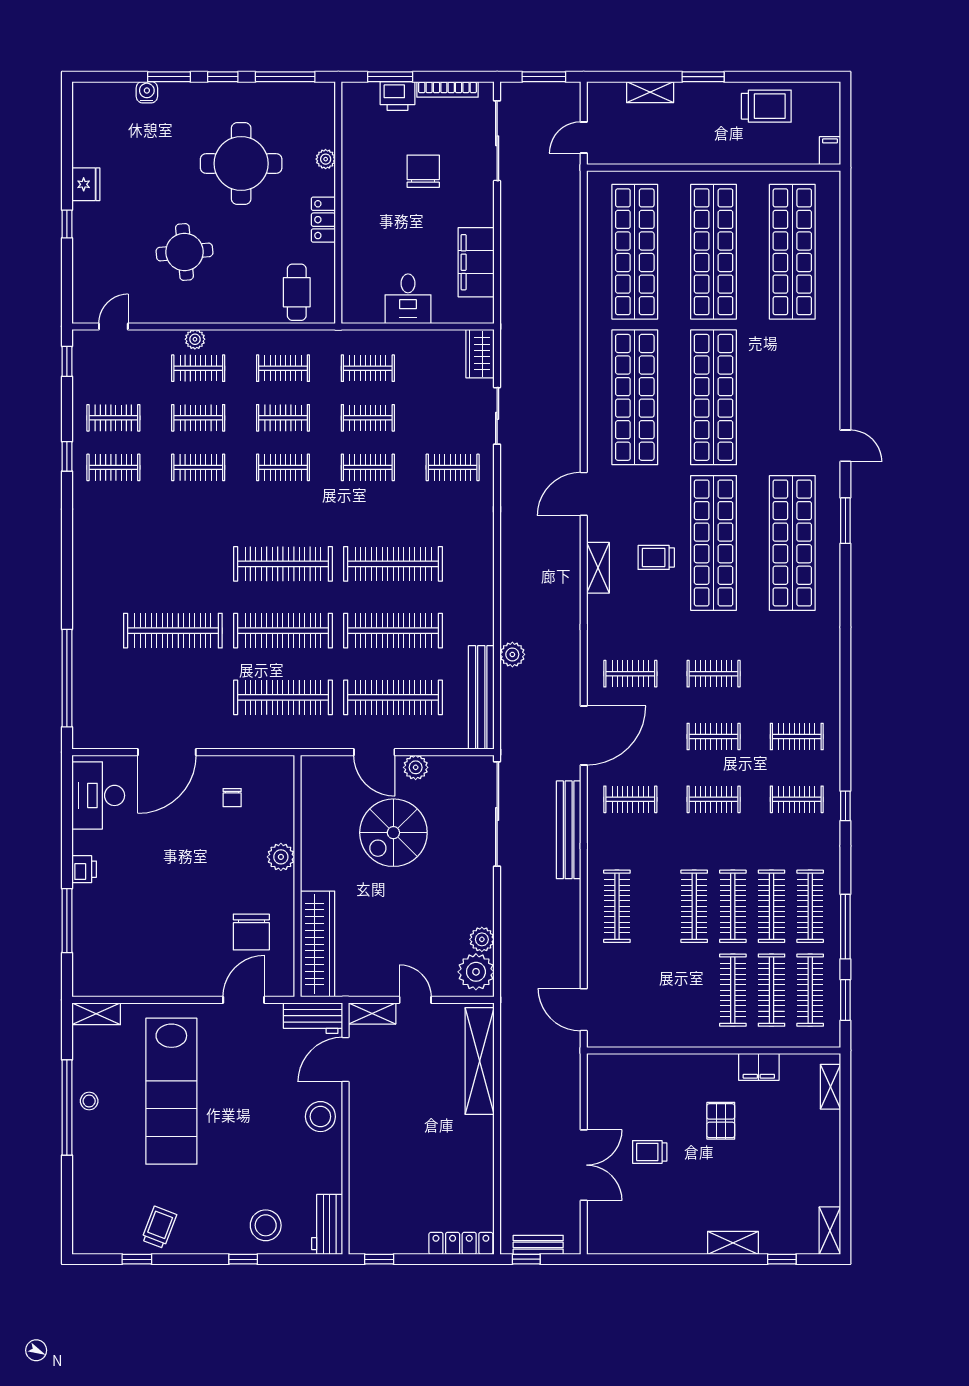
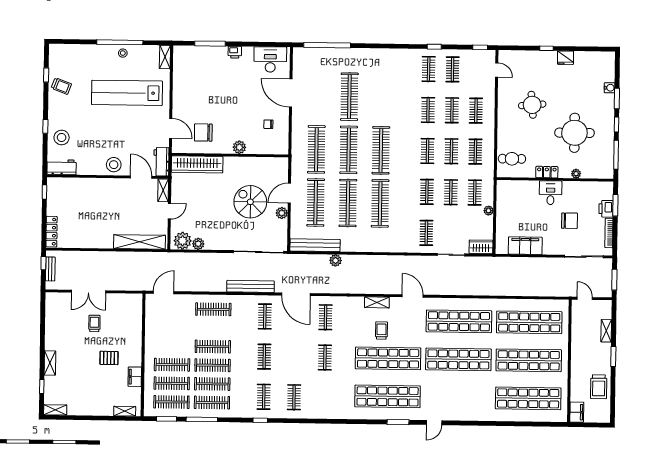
filing cabinet: (830, 151) -> (577, 412), width x2.00
desk: (408, 299) -> (551, 193), moved, turned 90
plant: (195, 339) -> (489, 211), moved
clothes rail: (714, 736) -> (295, 357), removed

